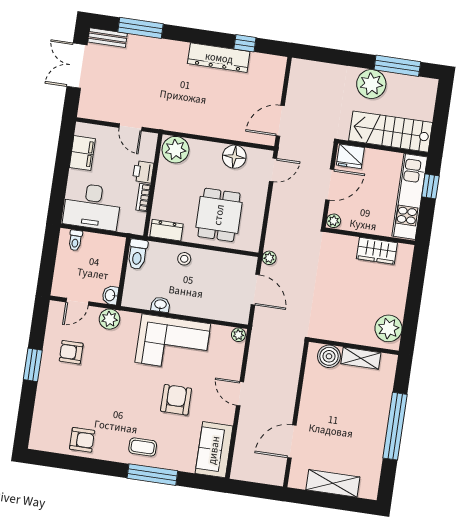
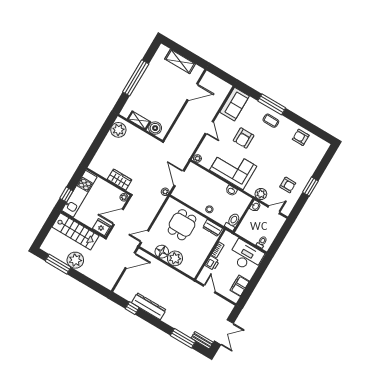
plant: (175, 150) -> (175, 258), moved
wardrobe: (377, 251) -> (120, 180), moved

